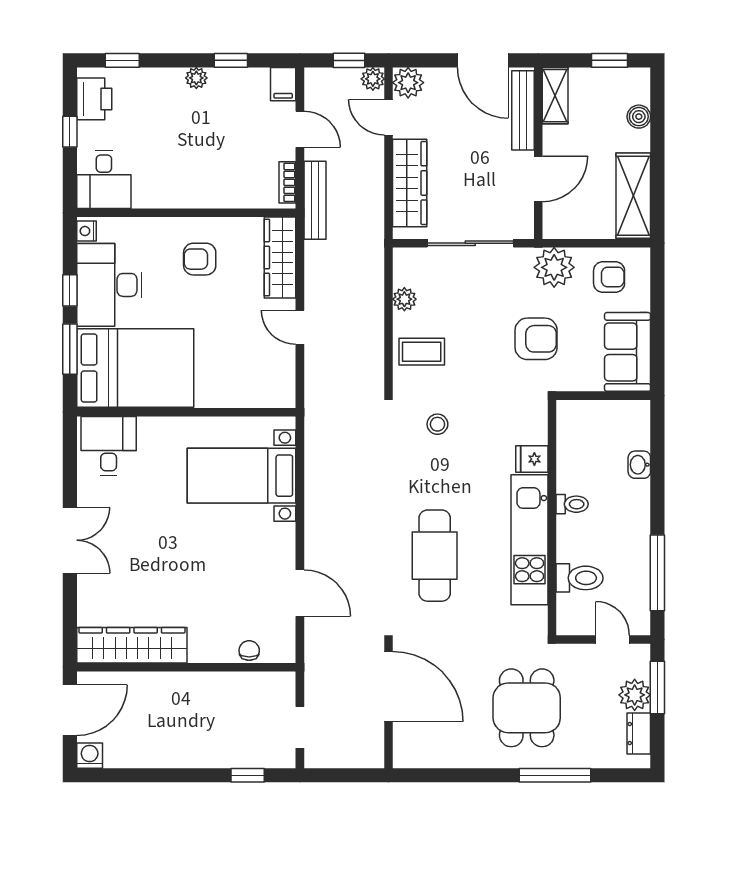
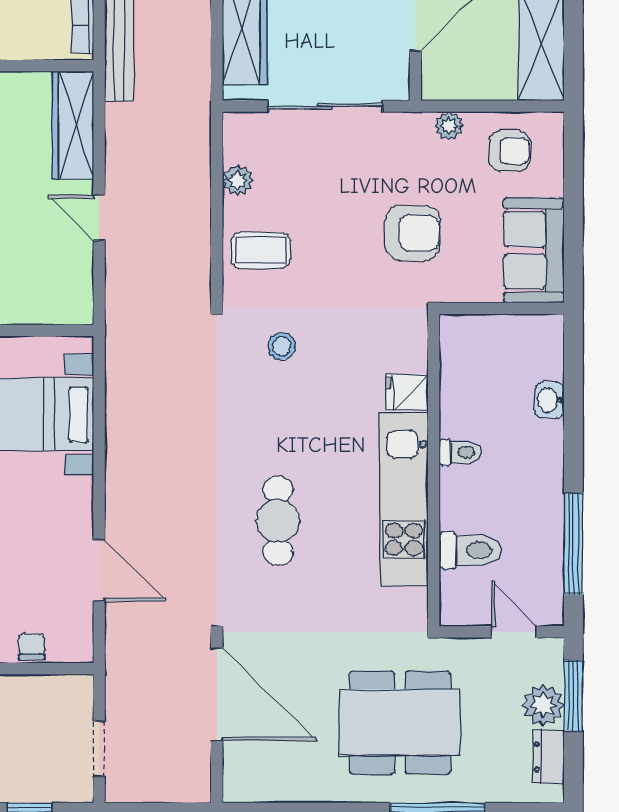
plant: (554, 267) -> (449, 126), width x0.53, depth x0.53
cafe table: (435, 556) -> (278, 521), width x0.73, depth x0.74
dining table: (527, 708) -> (400, 723), width x1.37

